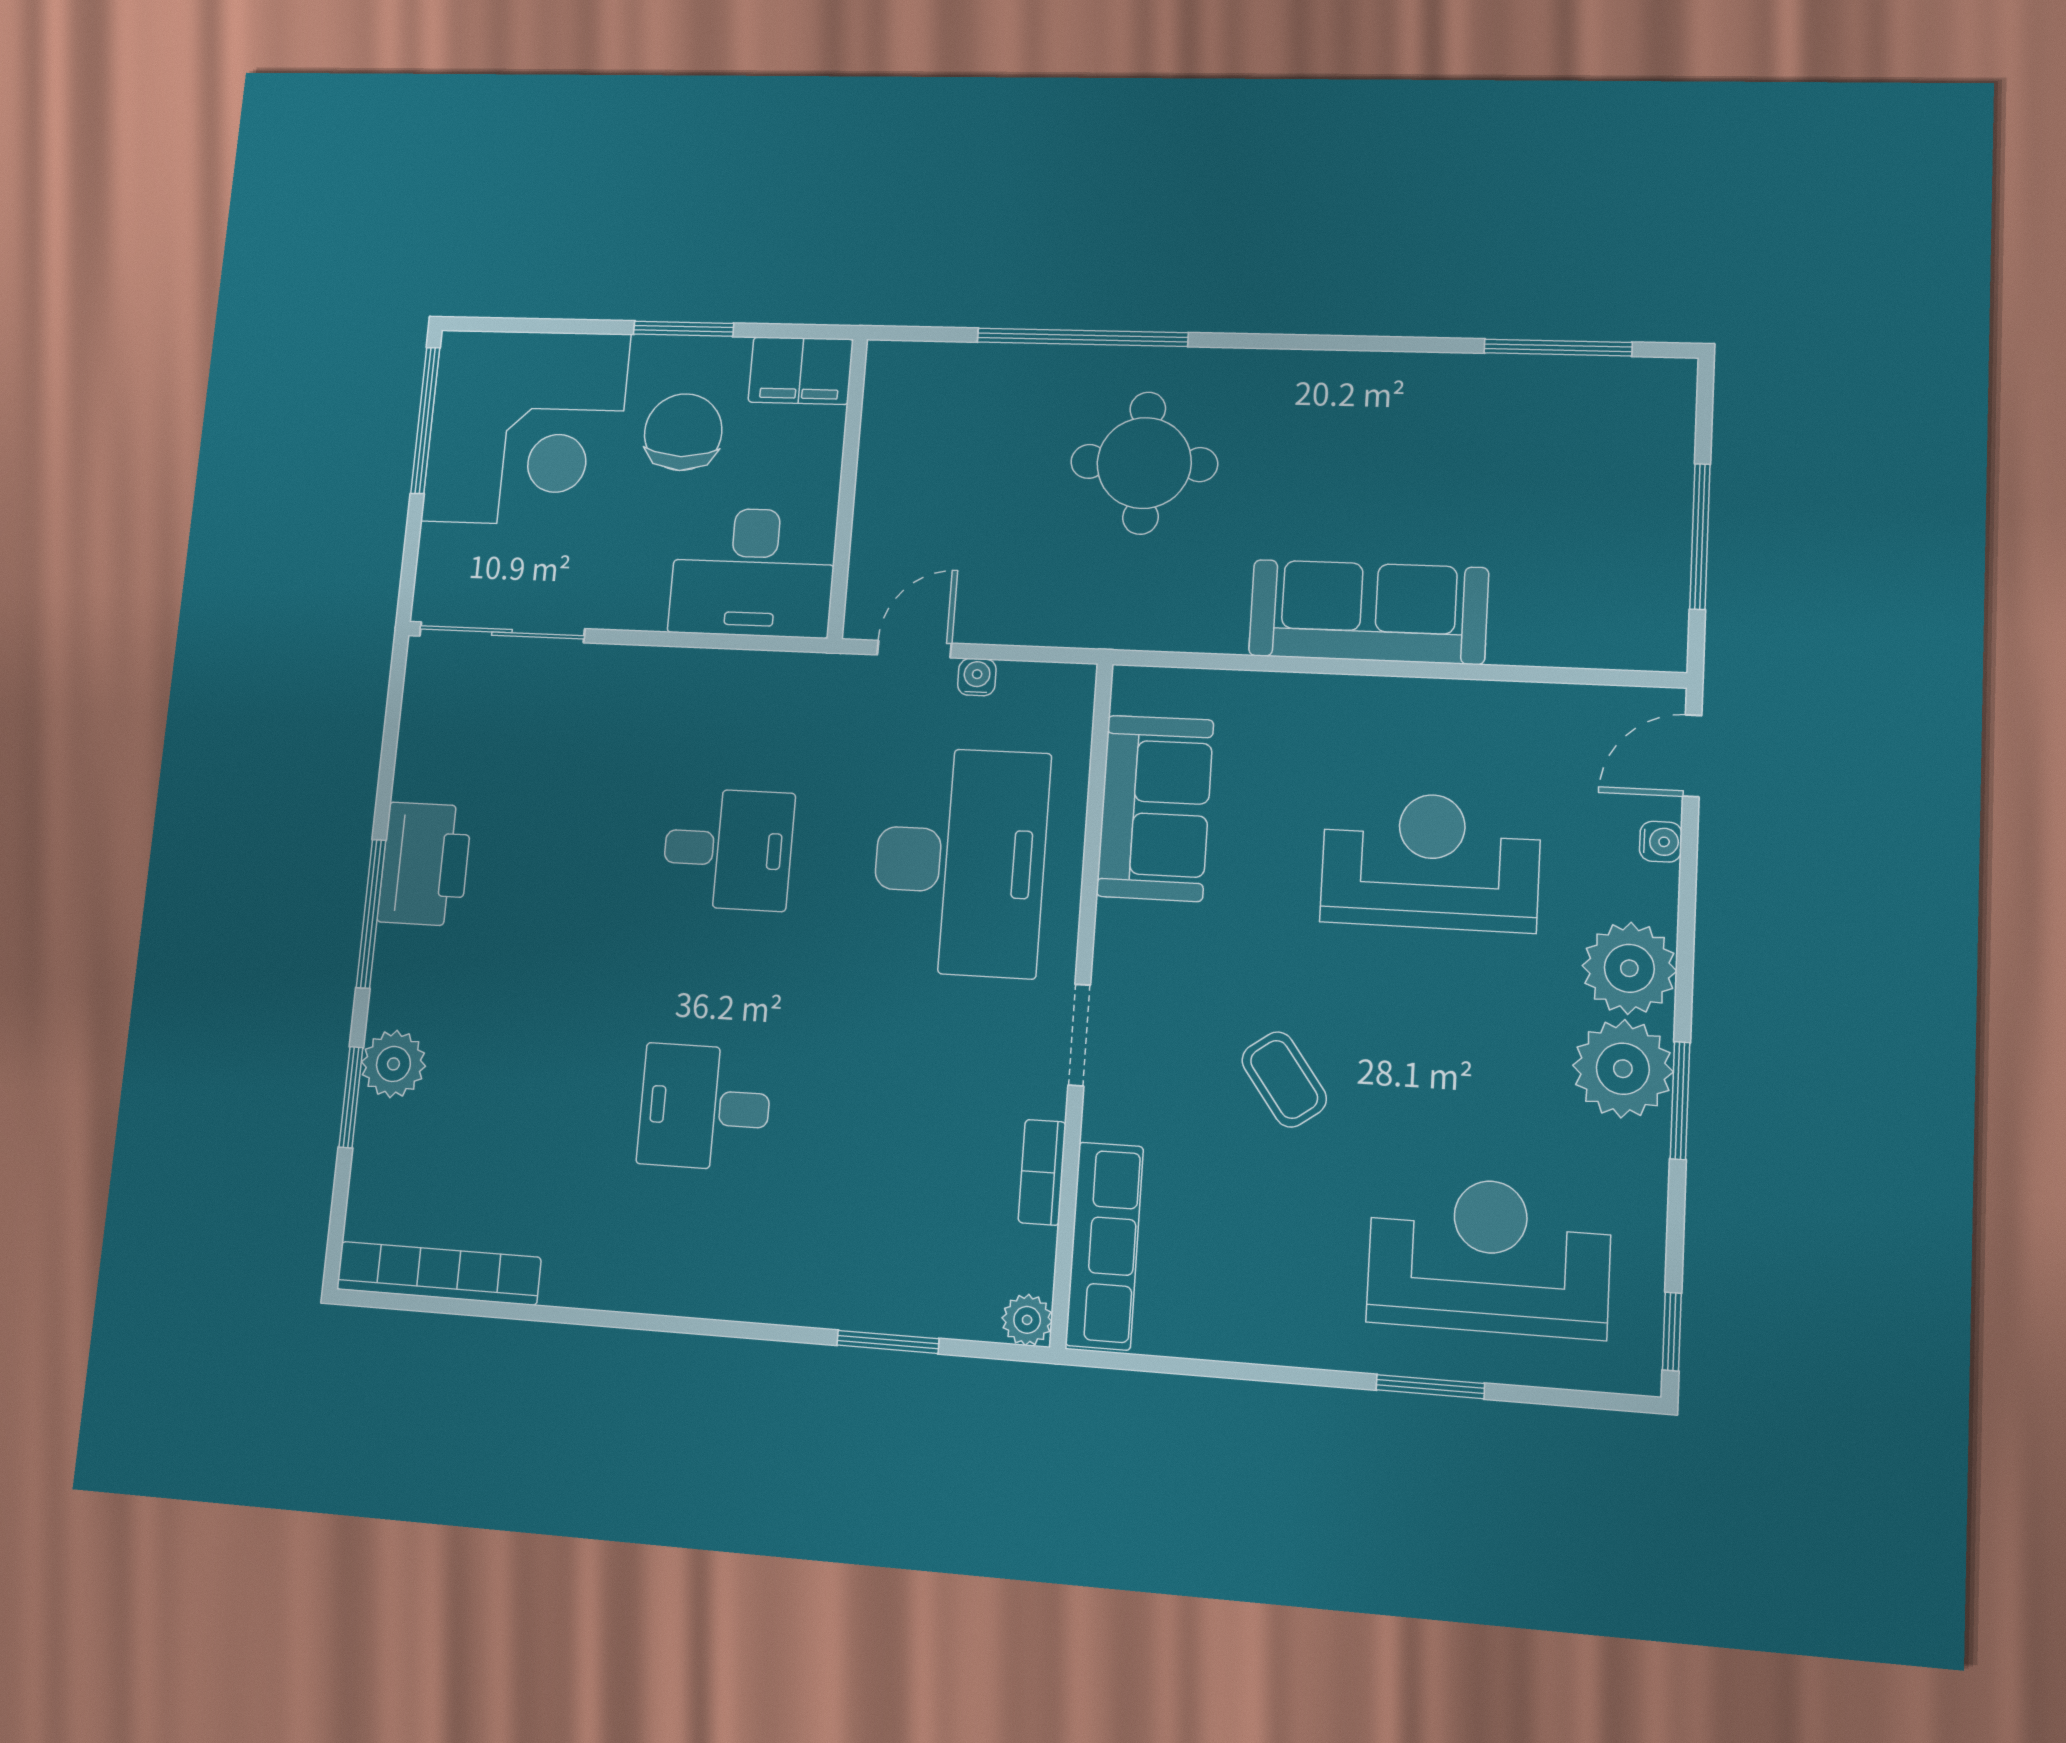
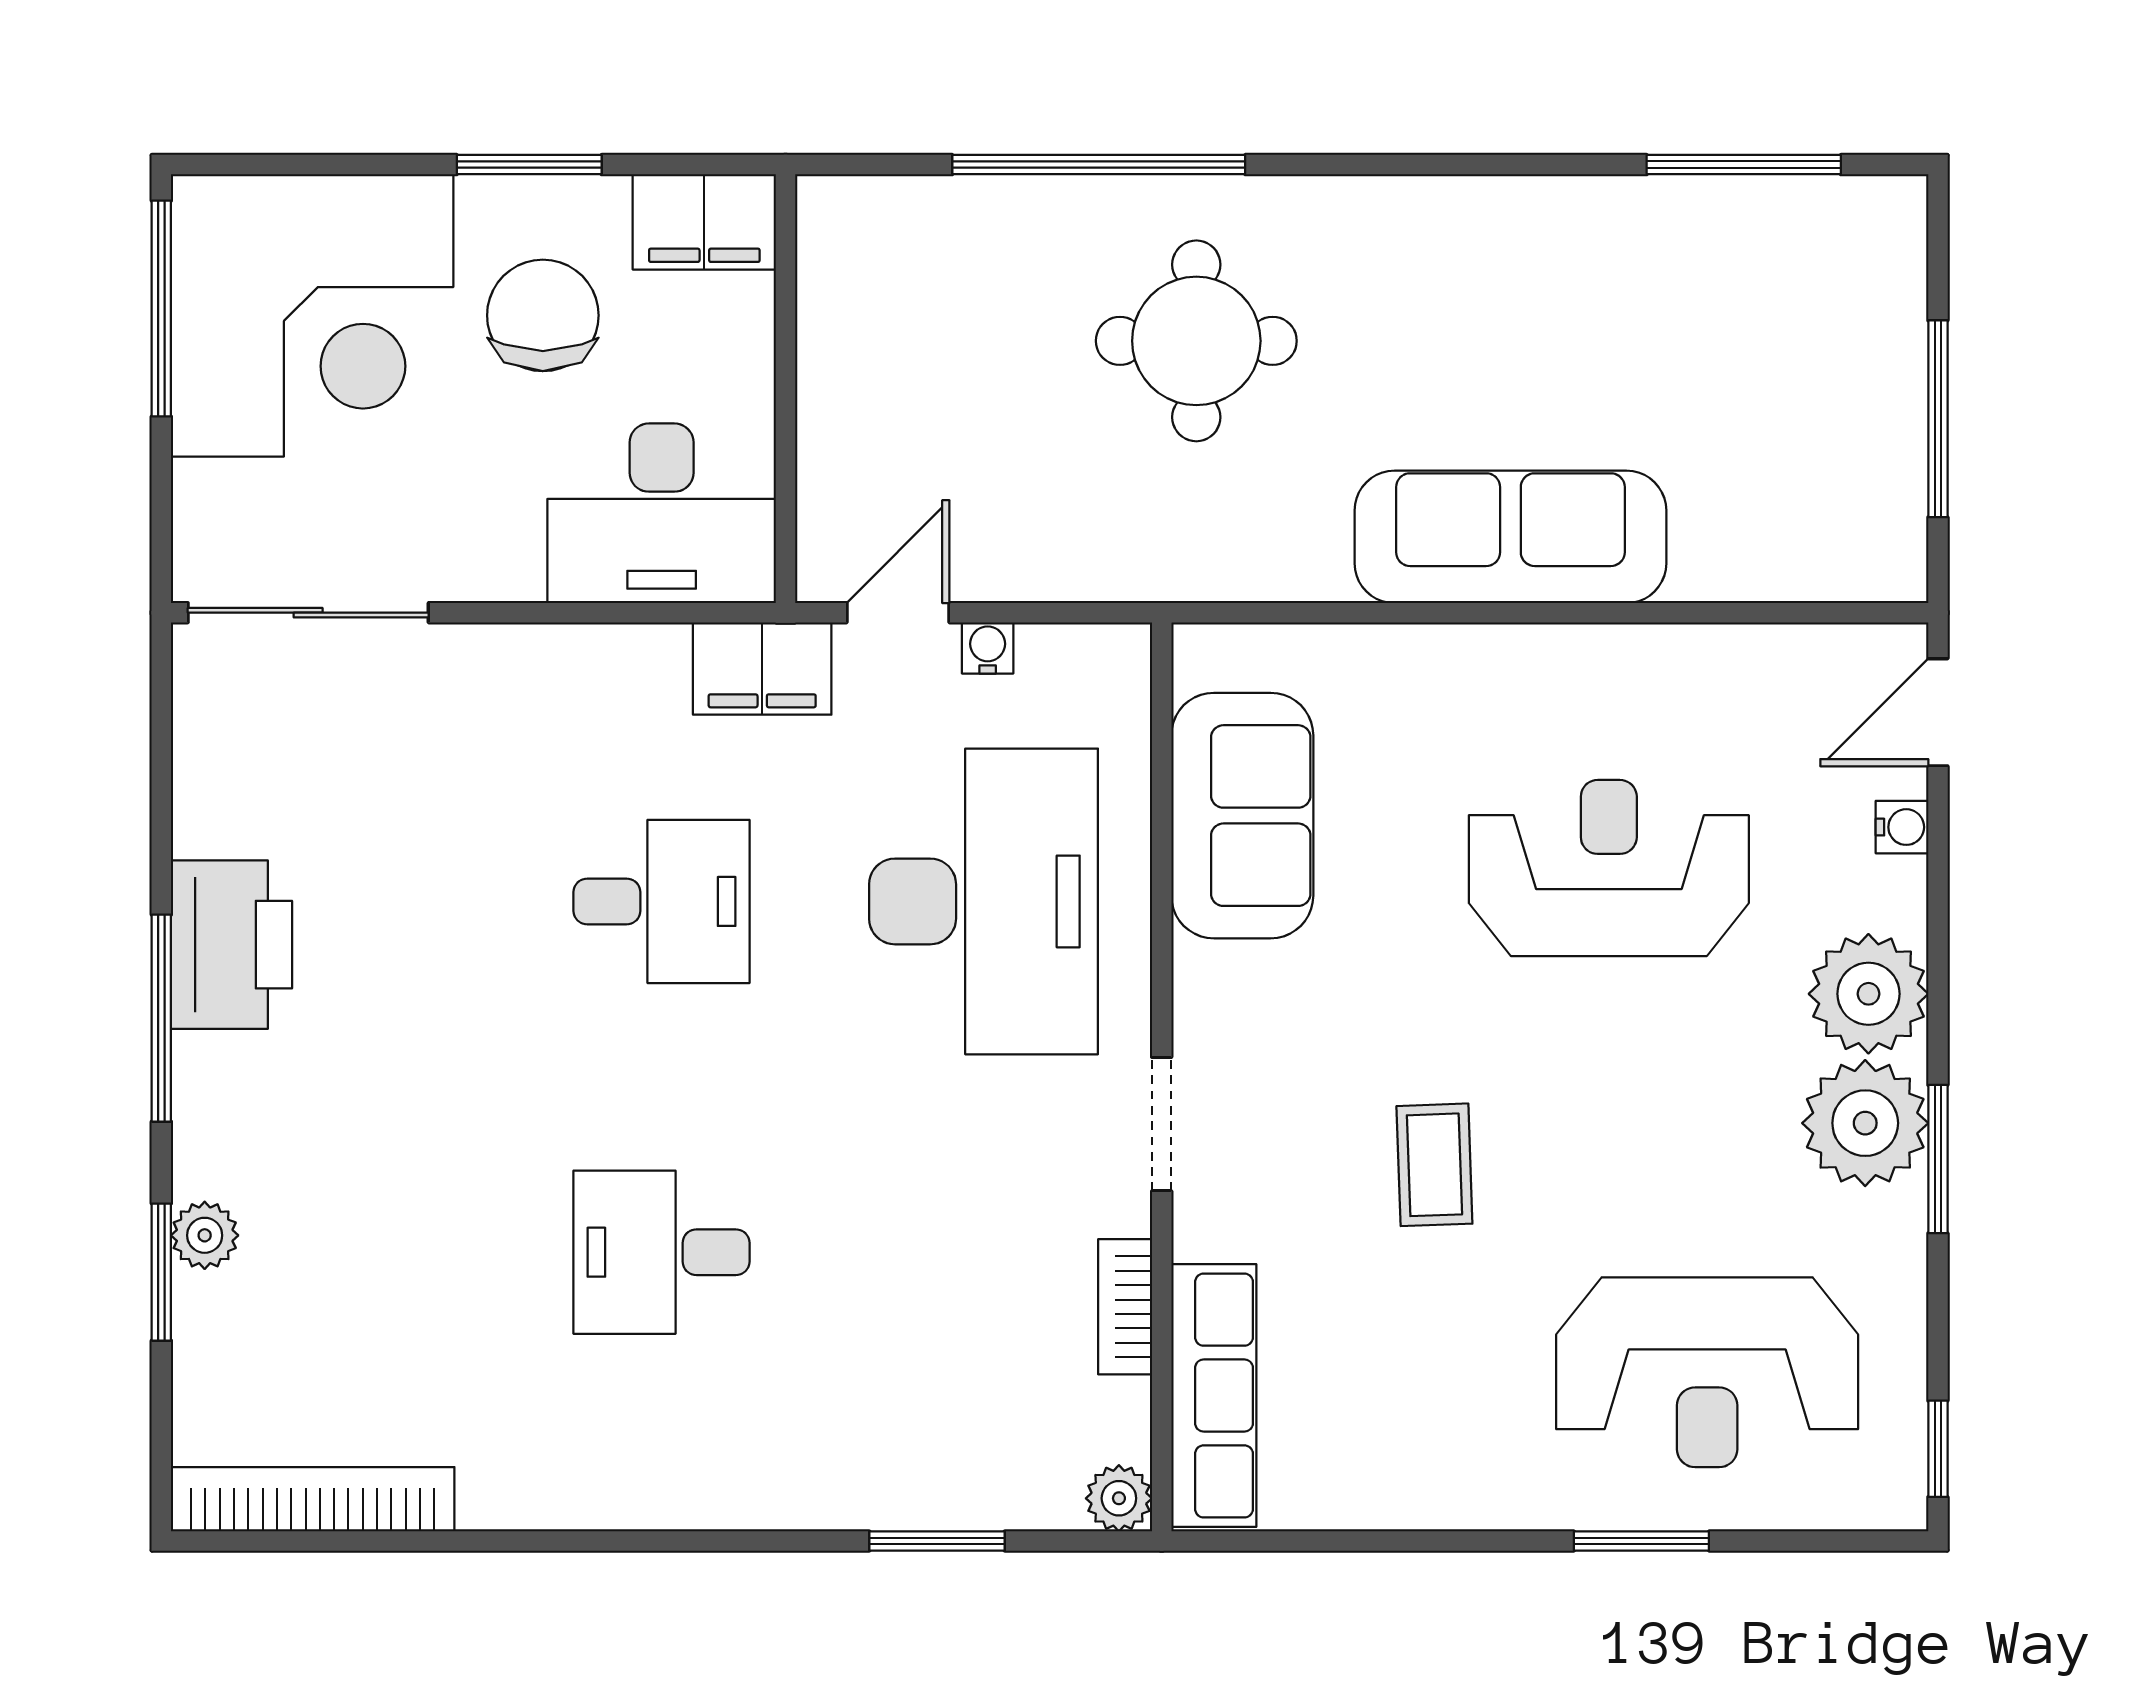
filing cabinet: (814, 685) -> (762, 668), added
plant: (393, 1064) -> (205, 1235), width x0.73, depth x0.73
coffee table: (1284, 1079) -> (1434, 1165), turned 34
reception desk: (1489, 1256) -> (1707, 1372), turned 180

